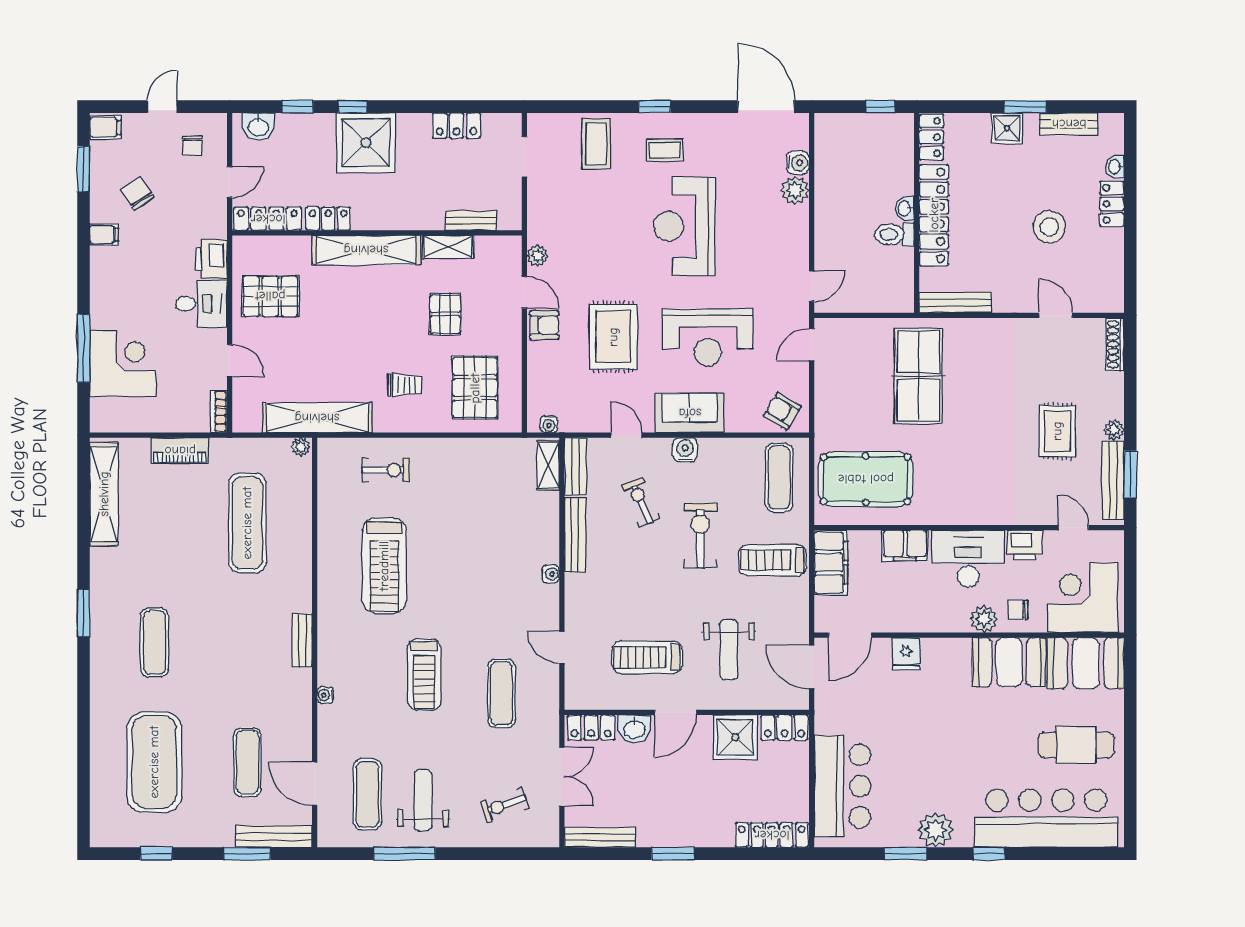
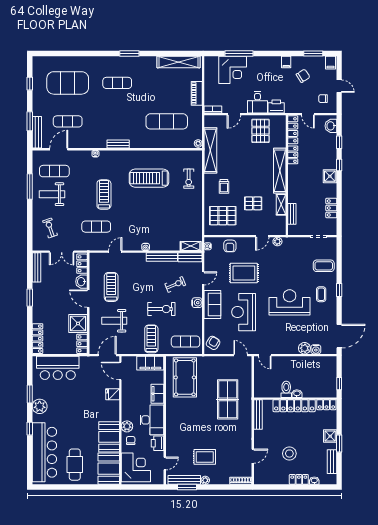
shower: (366, 143) -> (330, 176), width x0.54, depth x0.54
armchair: (544, 325) -> (230, 246), moved
table tennis table: (918, 376) -> (228, 399), turned 90
treadmill: (424, 675) -> (104, 195), turned 90
weight bench: (423, 800) -> (52, 194), turned 180

